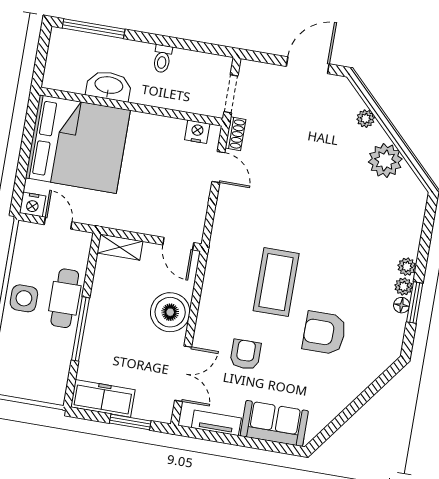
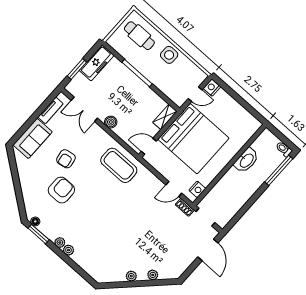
toilet: (162, 59) -> (284, 149), moved
door: (308, 65) -> (208, 250), moved
bed: (78, 144) -> (193, 139), moved, turned -90
plant: (385, 160) -> (131, 276), width x0.53, depth x0.53
coffee table: (276, 282) -> (119, 165), moved
cafe table: (65, 298) -> (139, 36), moved
window: (415, 303) -> (39, 234), moved
floor lamp: (402, 305) -> (35, 221), moved
boiler: (170, 312) -> (111, 122), width x0.54, depth x0.54
armchair: (245, 355) -> (66, 159), moved, turned 81

